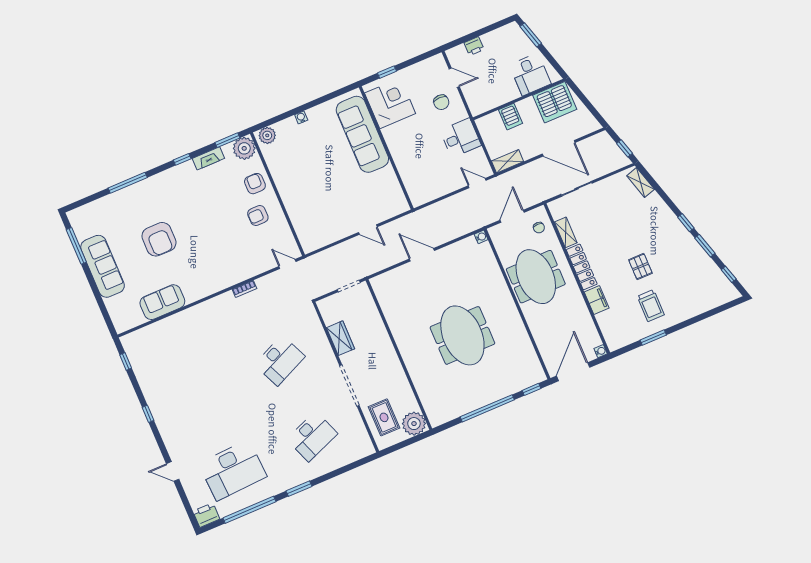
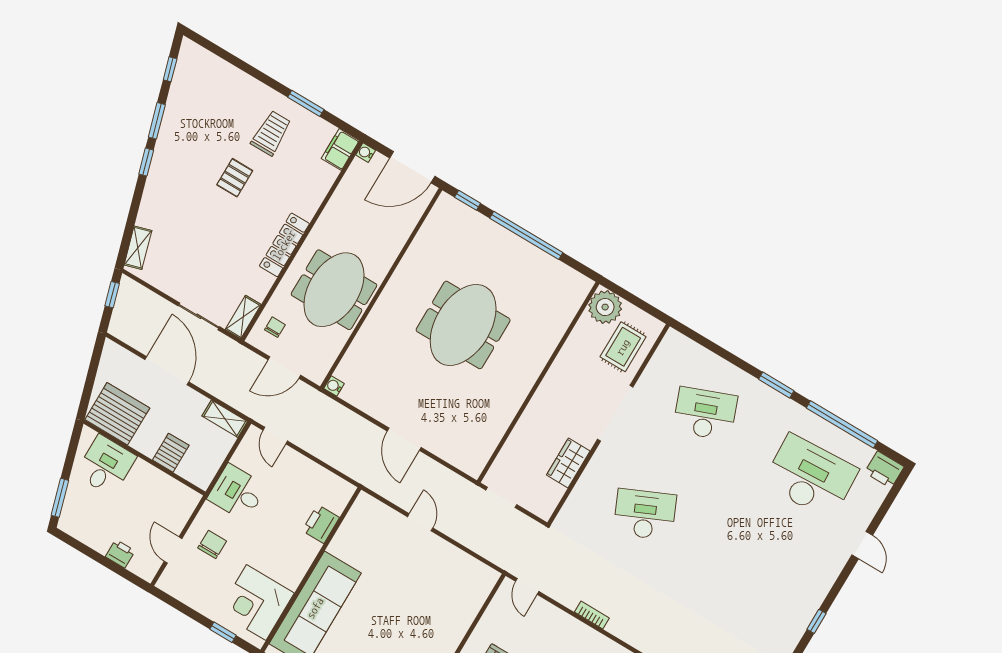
printer: (408, 172) -> (321, 524), added
shelving: (566, 232) -> (243, 317), moved
filing cabinet: (597, 300) -> (340, 150), moved

